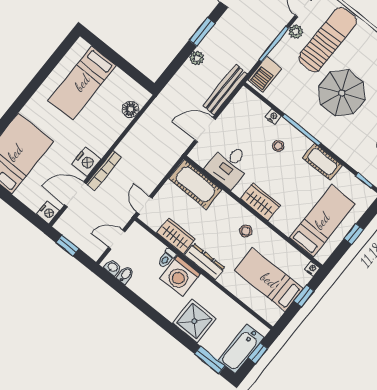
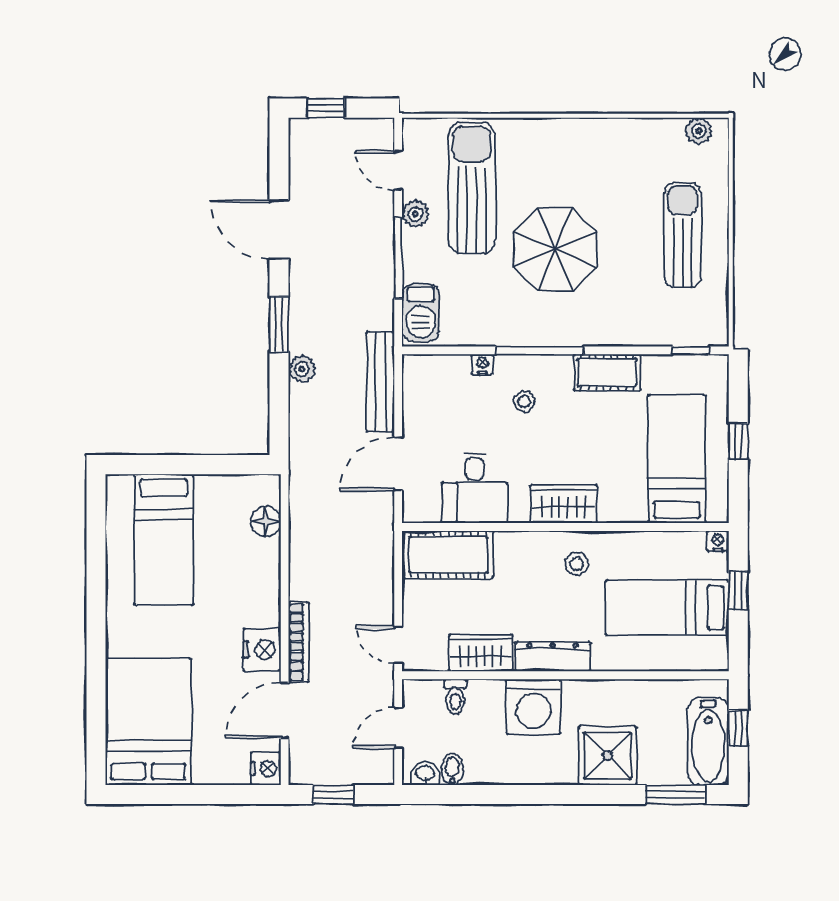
toilet: (167, 258) -> (455, 697), moved

